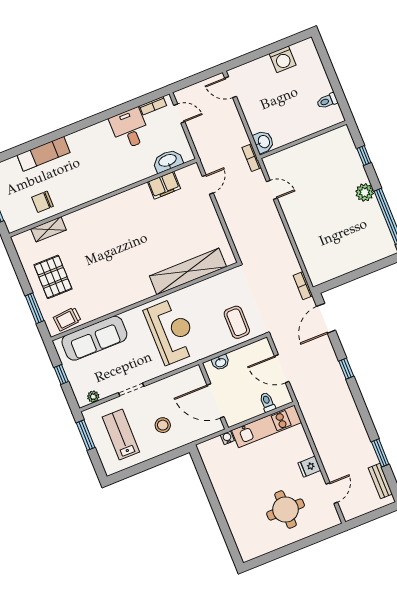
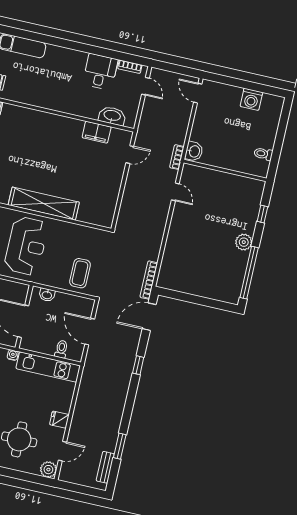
shelving: (188, 271) -> (44, 204), moved
bookcase: (303, 286) -> (149, 280), width x1.56
plant: (331, 518) -> (48, 470), added

